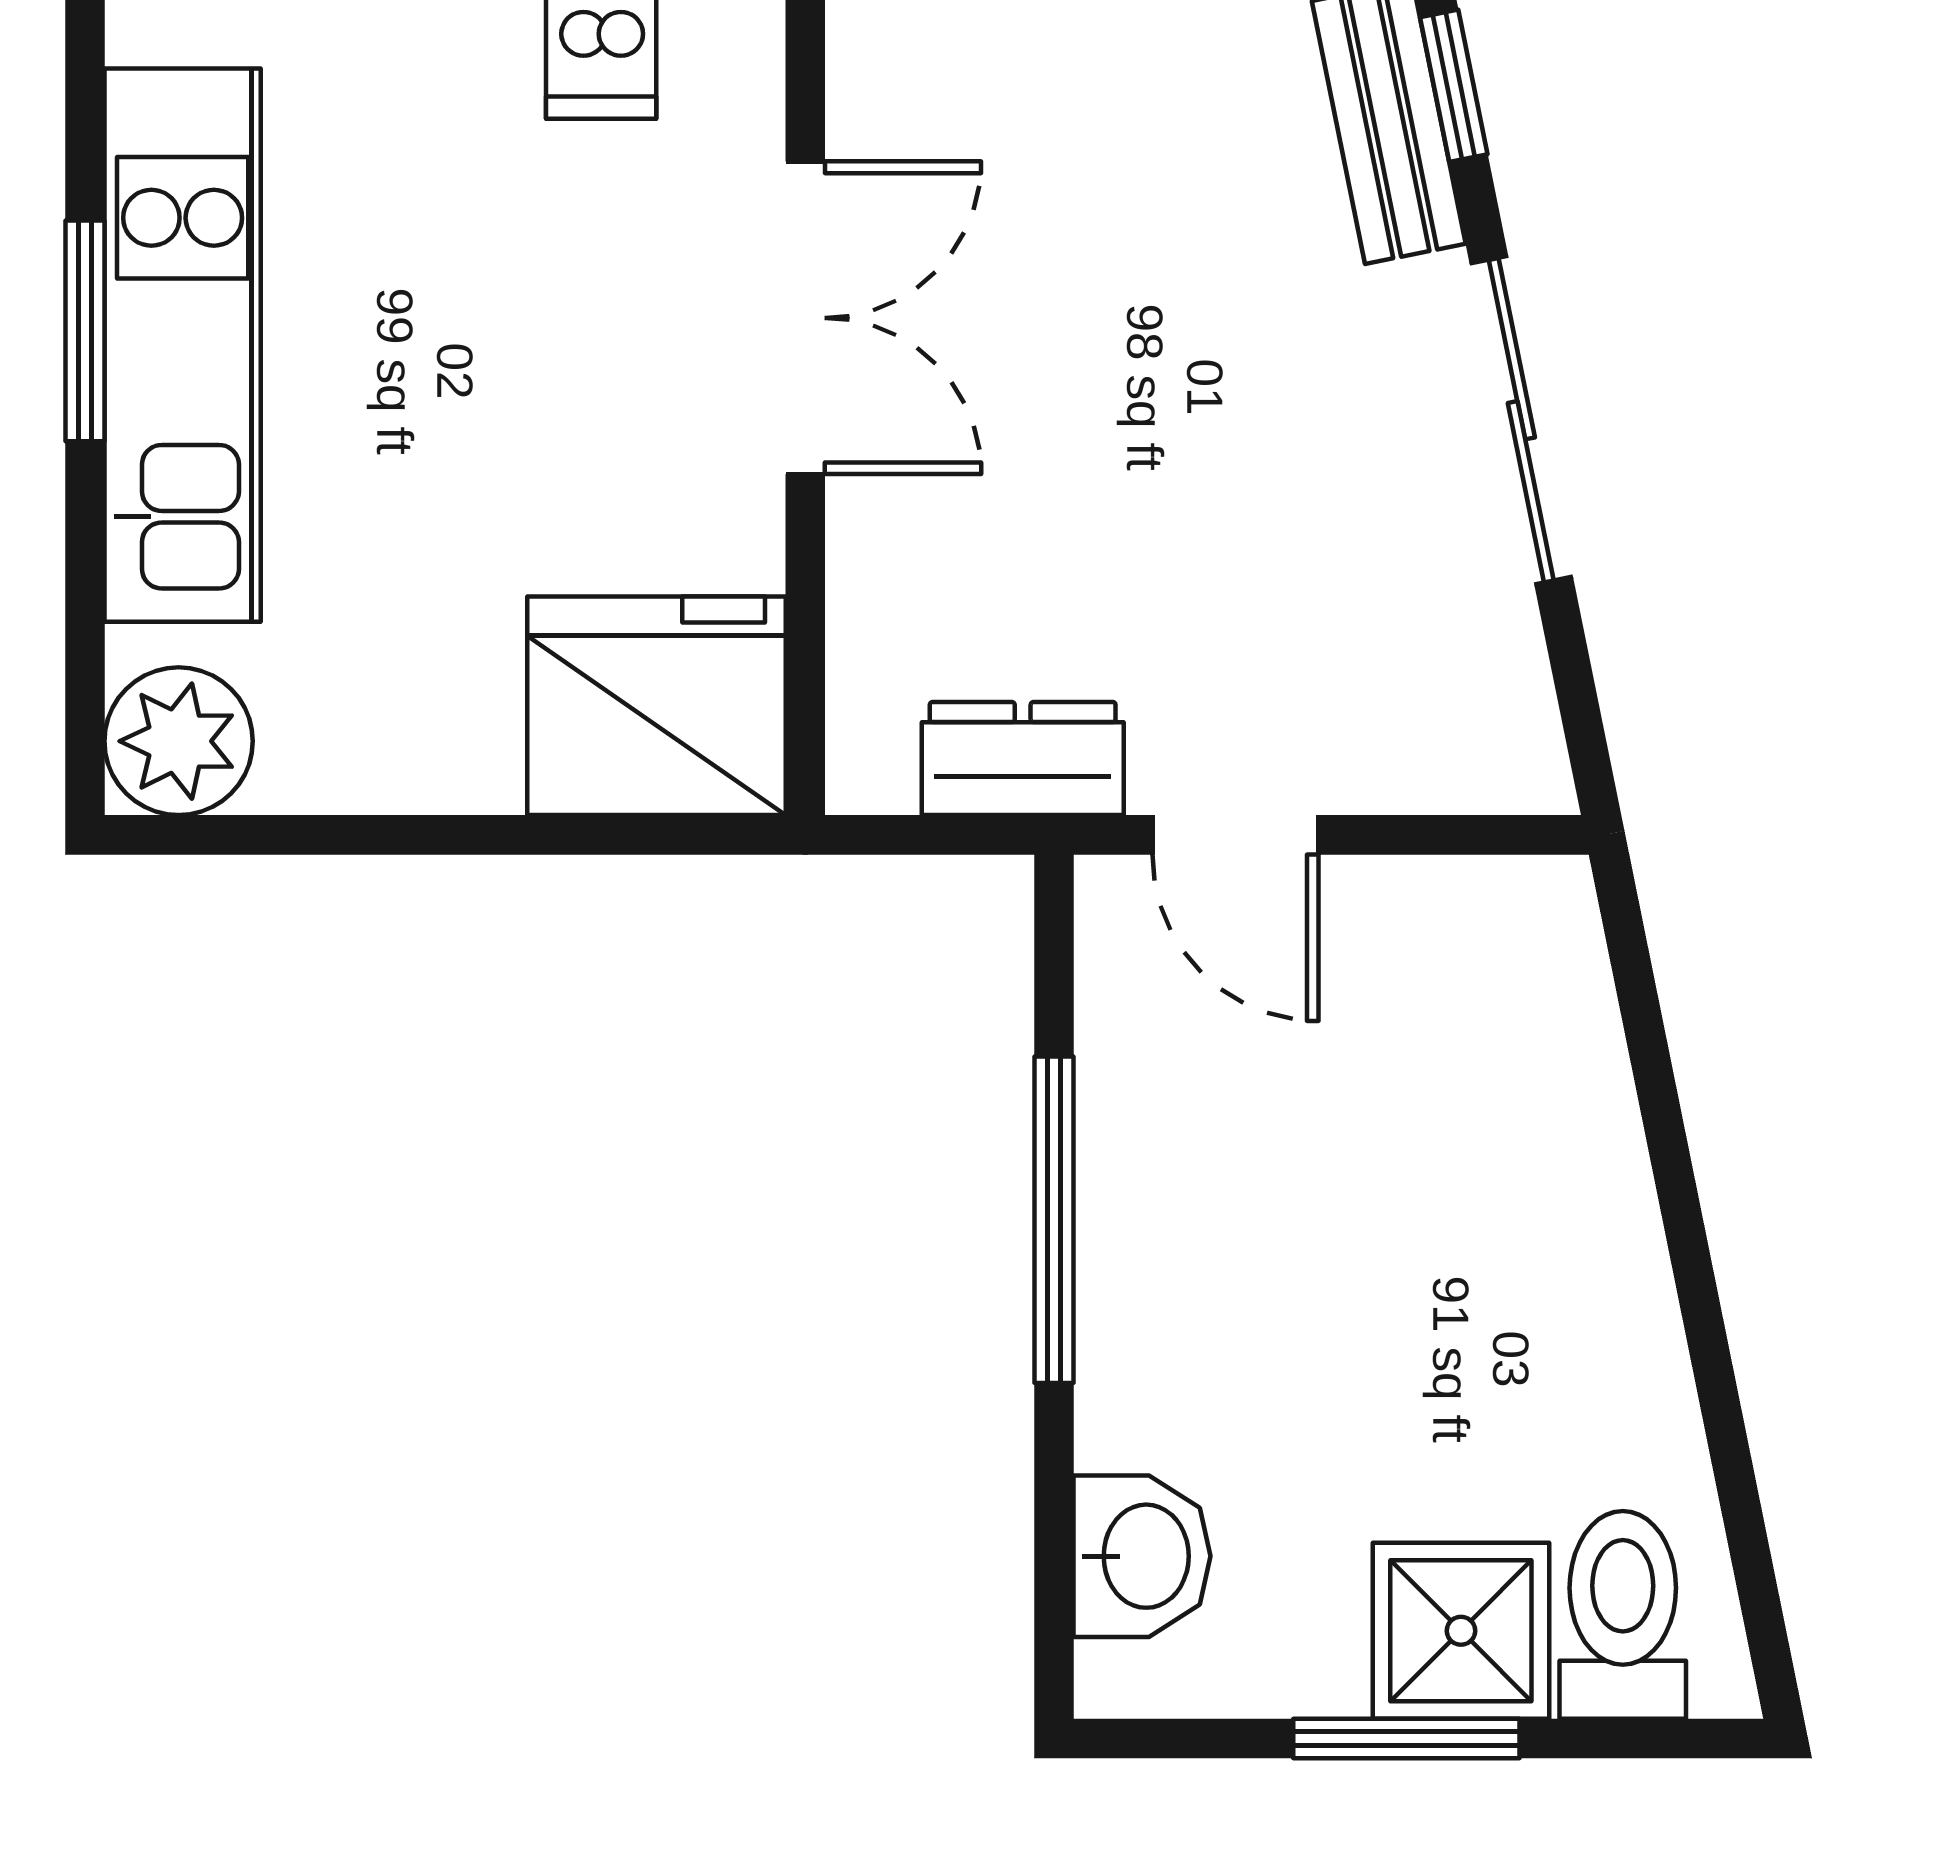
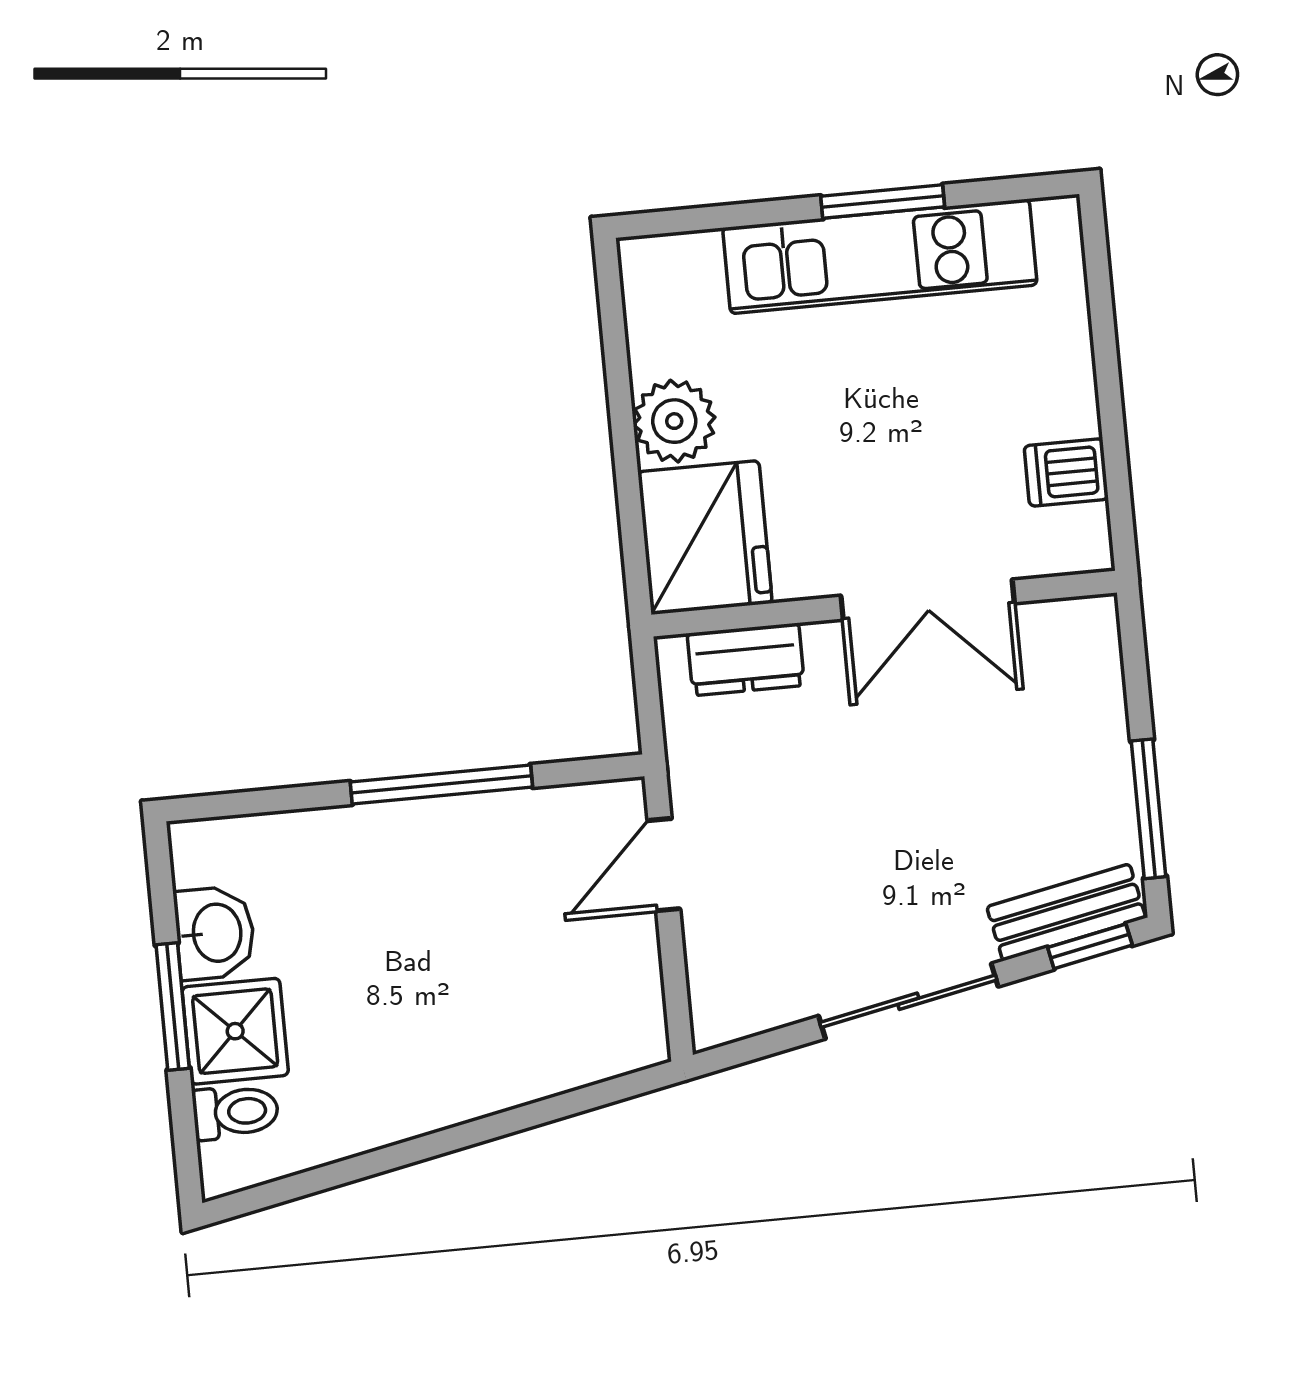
plant: (179, 741) -> (674, 421), moved
dresser: (1023, 759) -> (746, 659), moved, turned 90
washbasin: (1142, 1556) -> (215, 933), moved, turned -90
toilet: (1623, 1615) -> (235, 1112), width x0.73, depth x0.72

